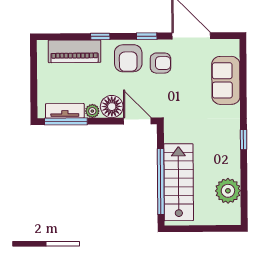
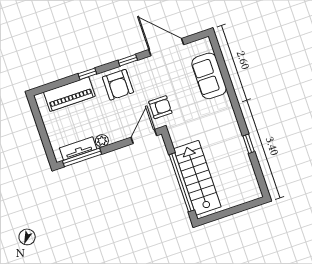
armchair: (161, 63) -> (160, 107), moved
floor lamp: (112, 107) -> (118, 131), removed
door: (137, 121) -> (144, 137), hinge flipped
window: (244, 140) -> (249, 144), moved
plant: (228, 191) -> (242, 171), removed

